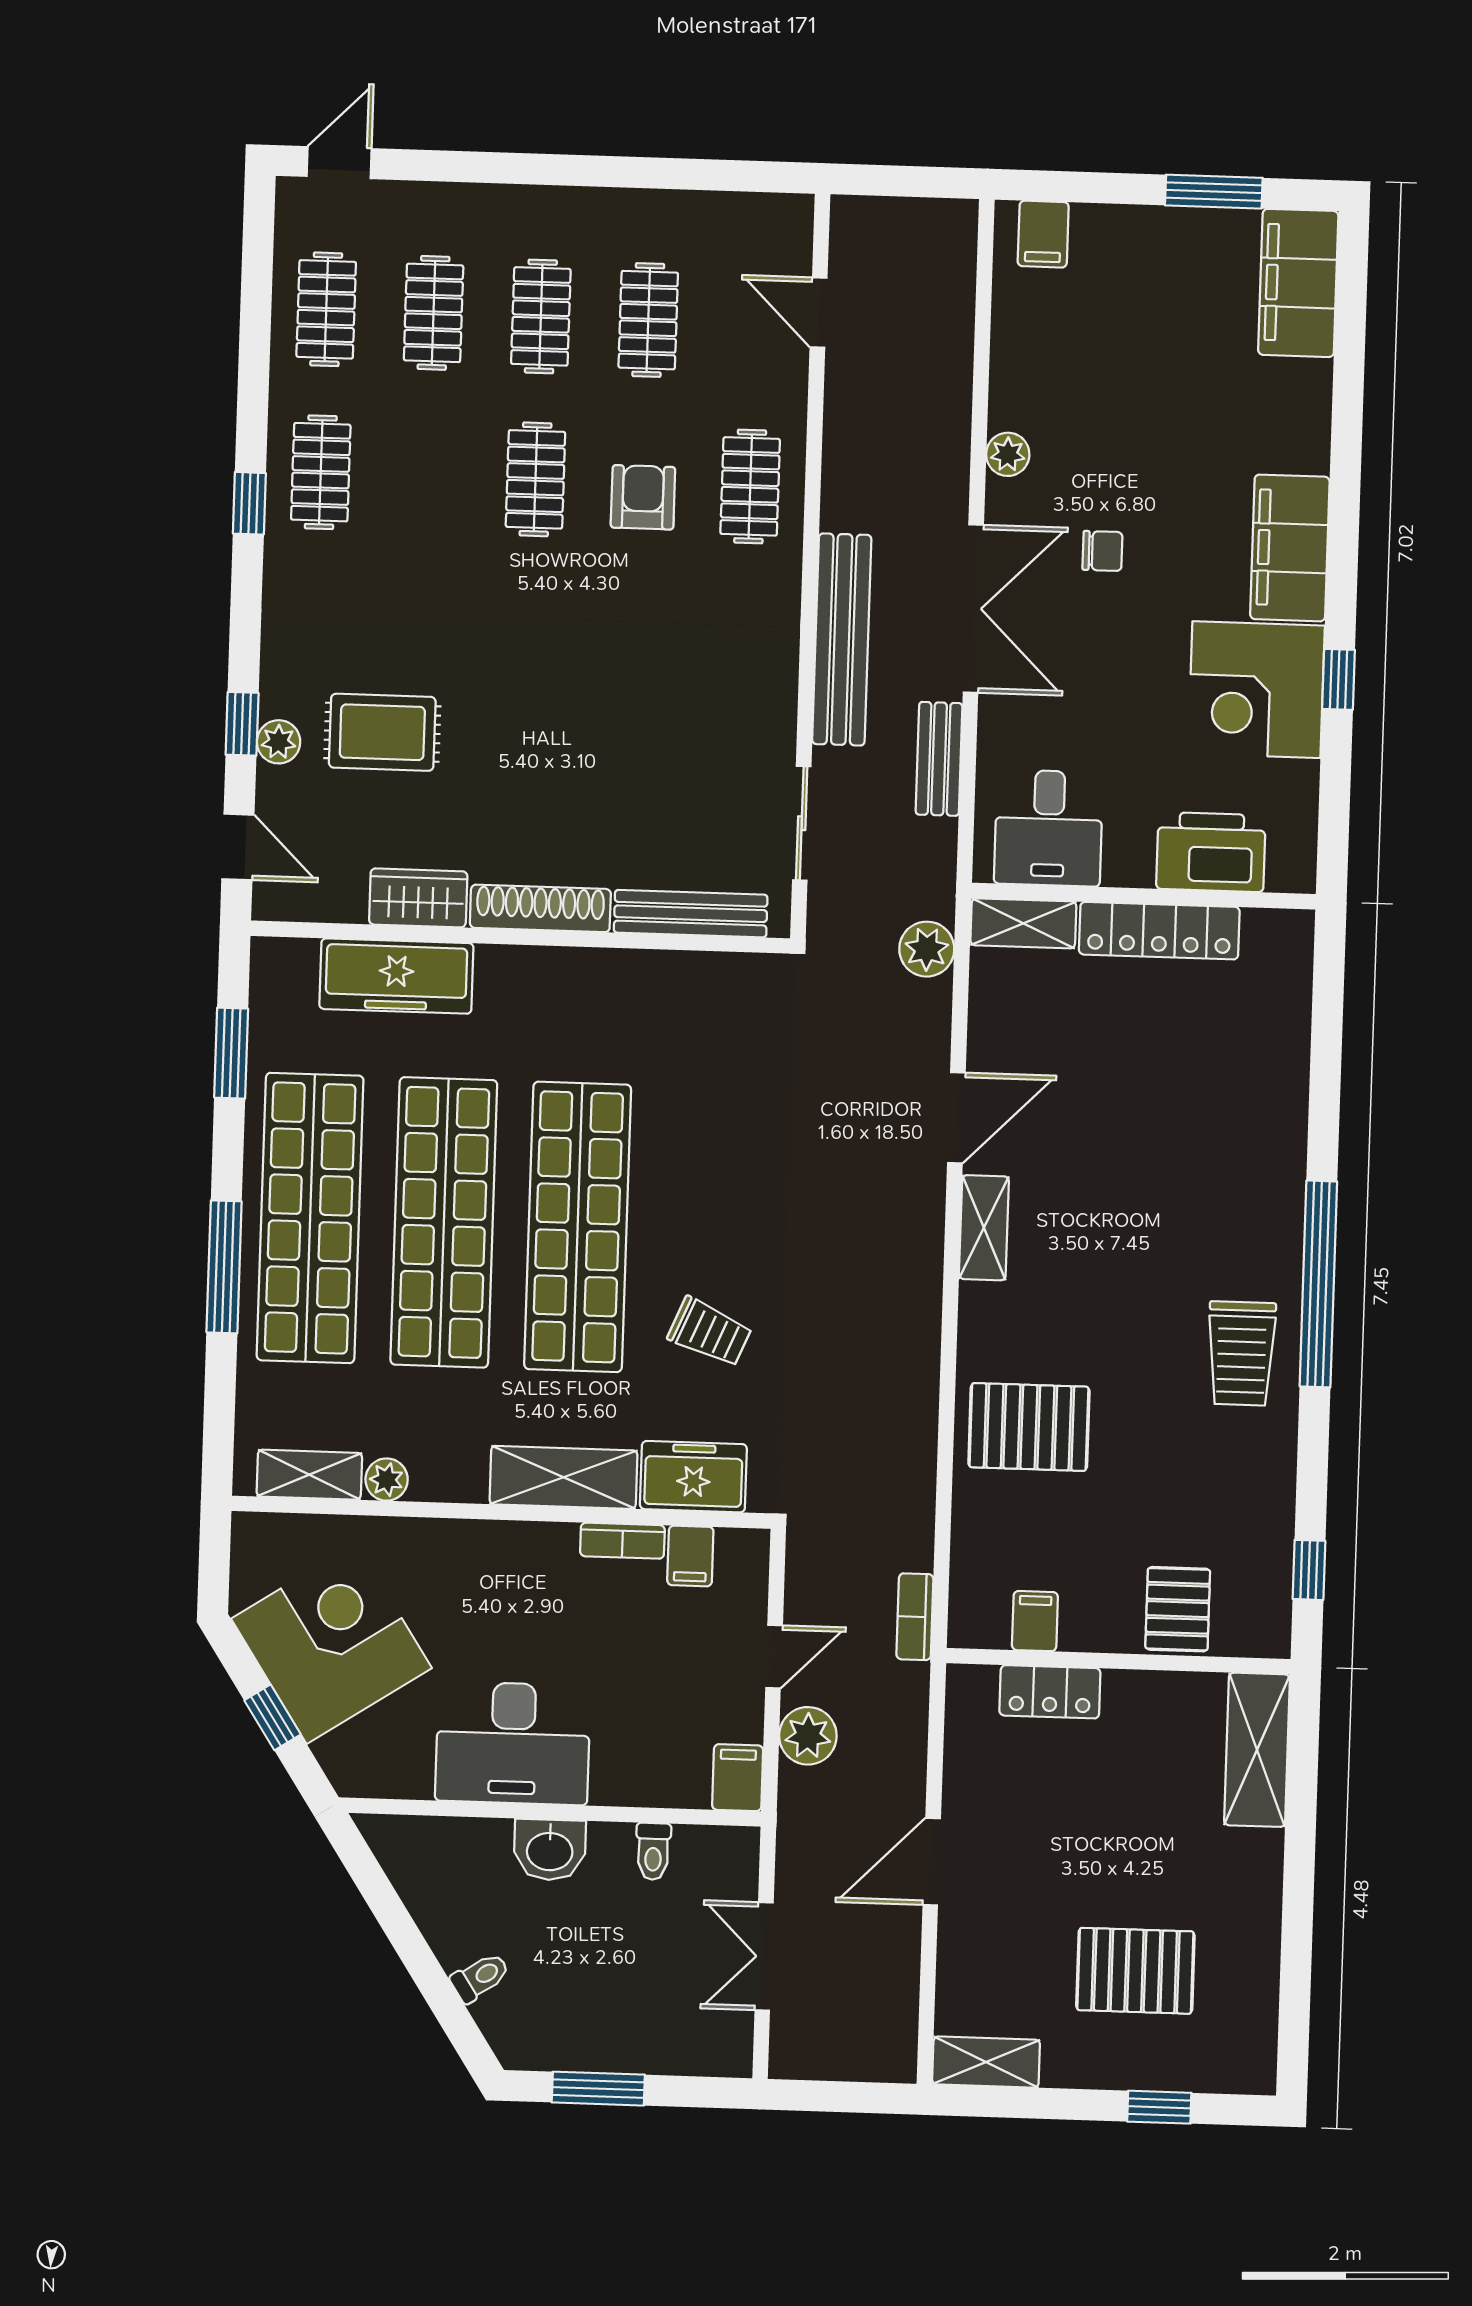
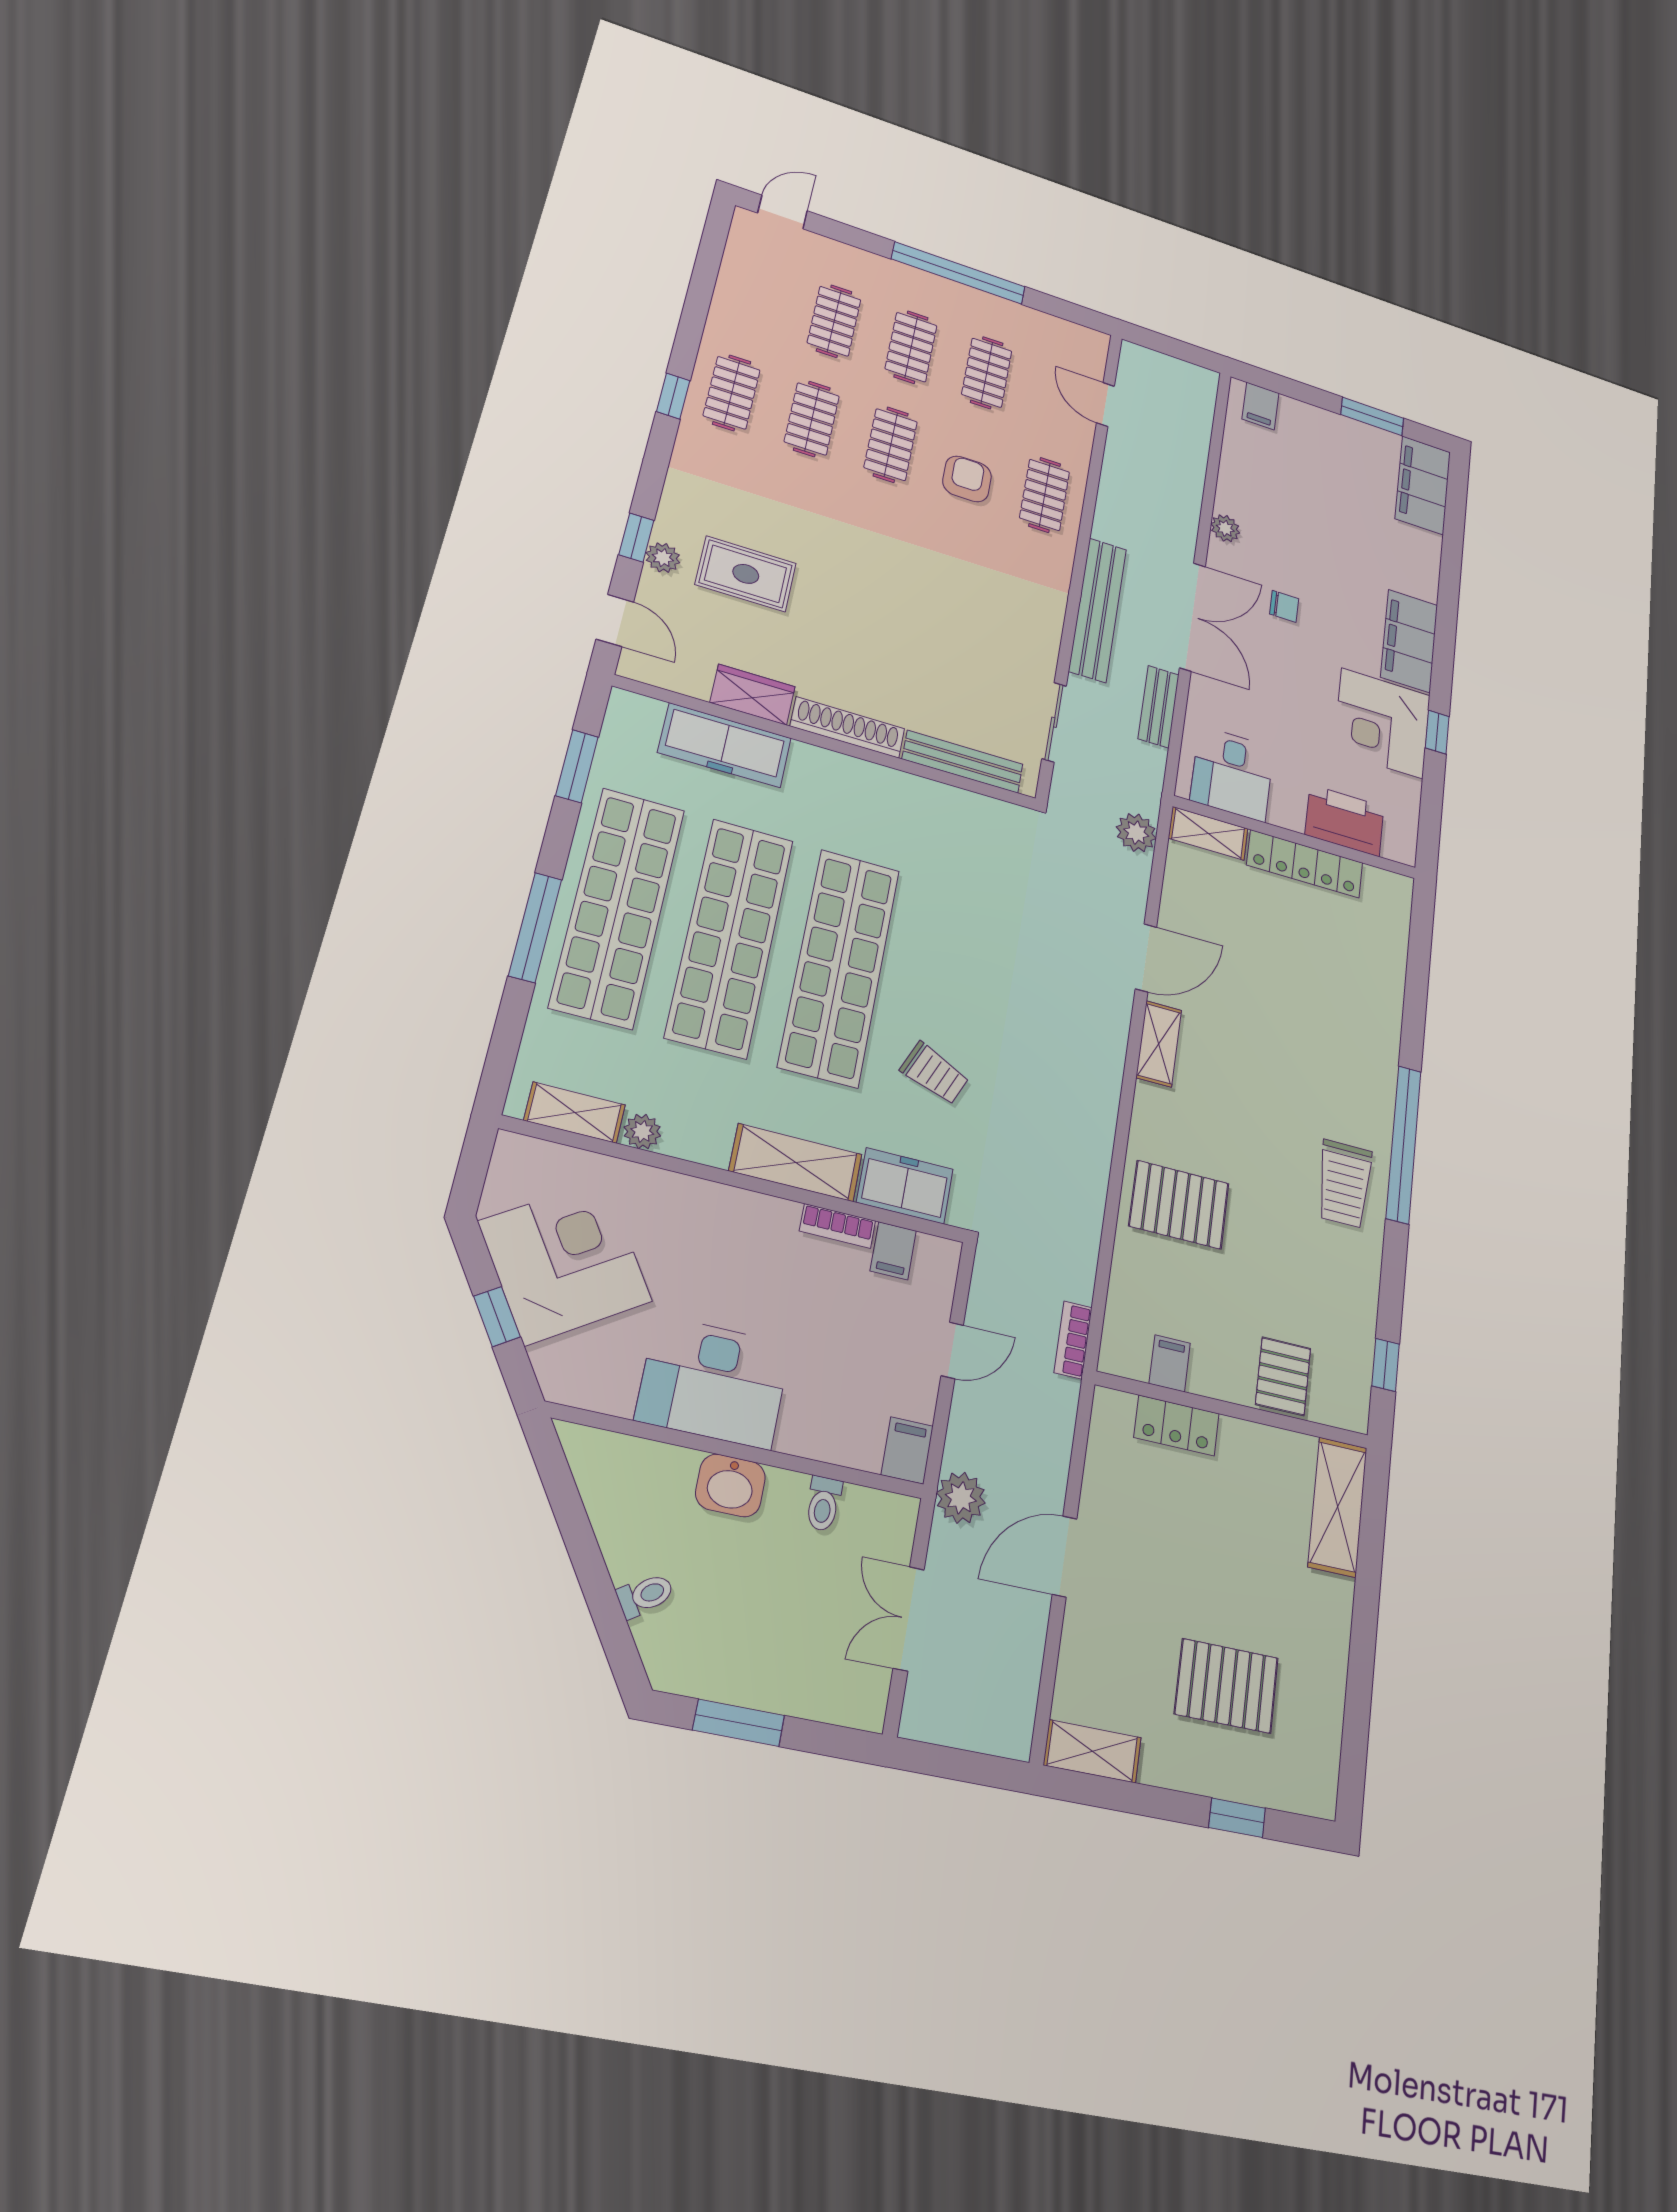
window: (589, 171) -> (958, 273), added
clothes rail: (326, 309) -> (812, 419), moved
plant: (808, 1736) -> (961, 1498), moved

